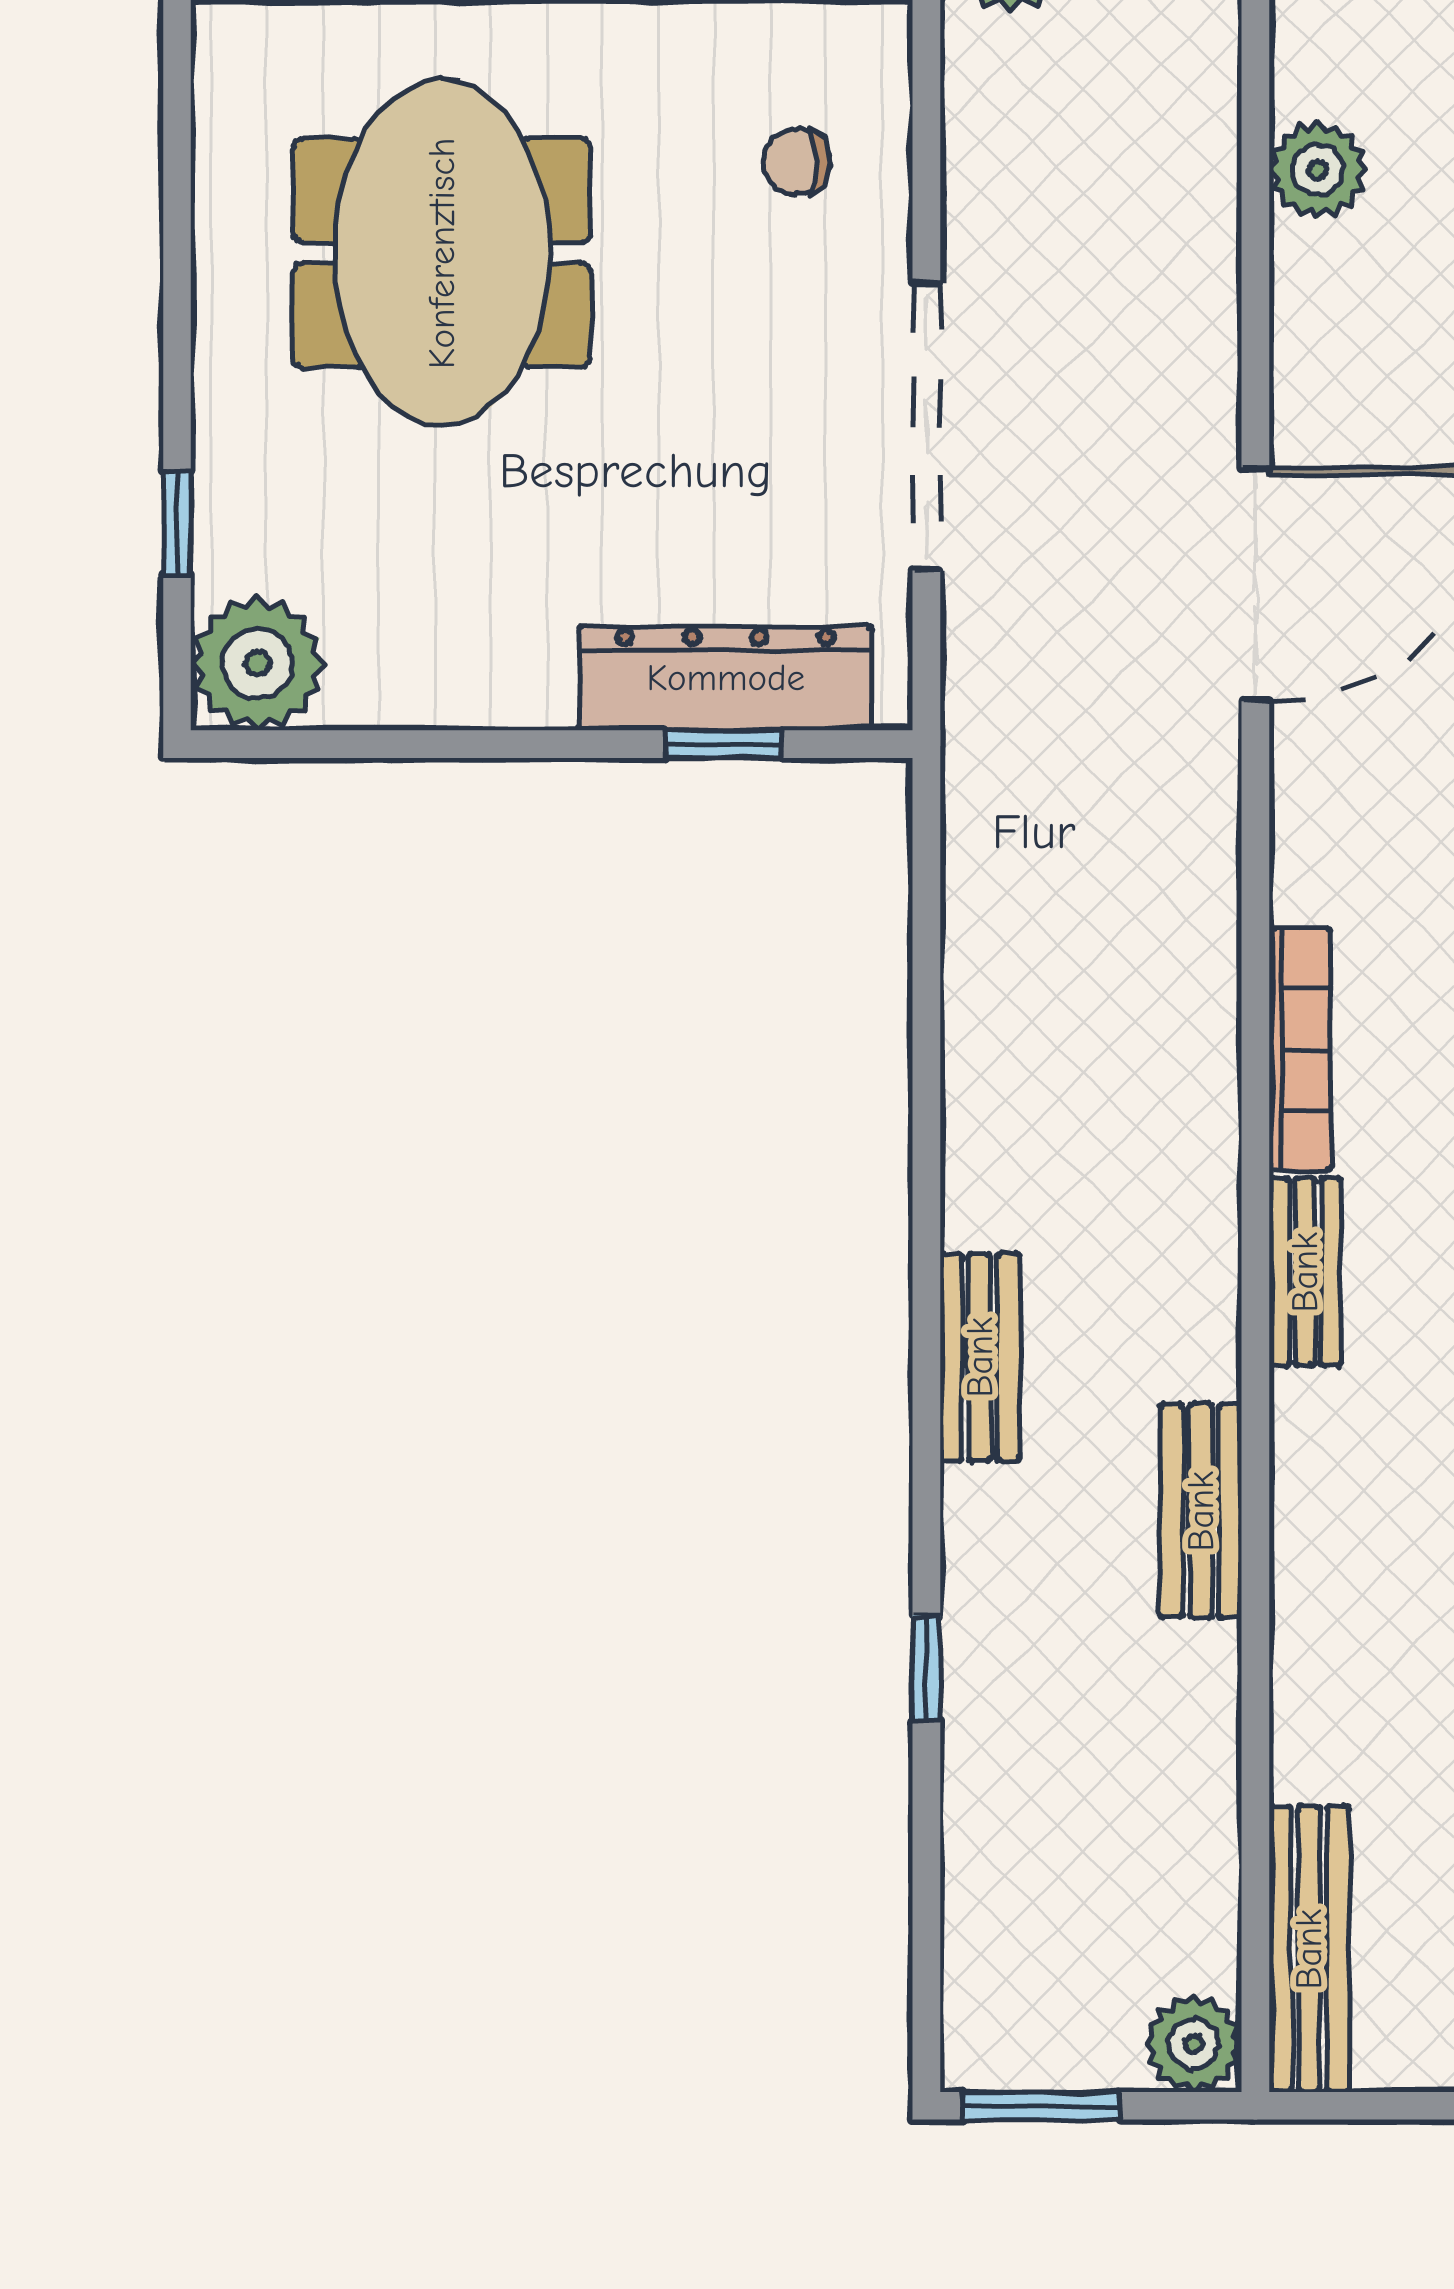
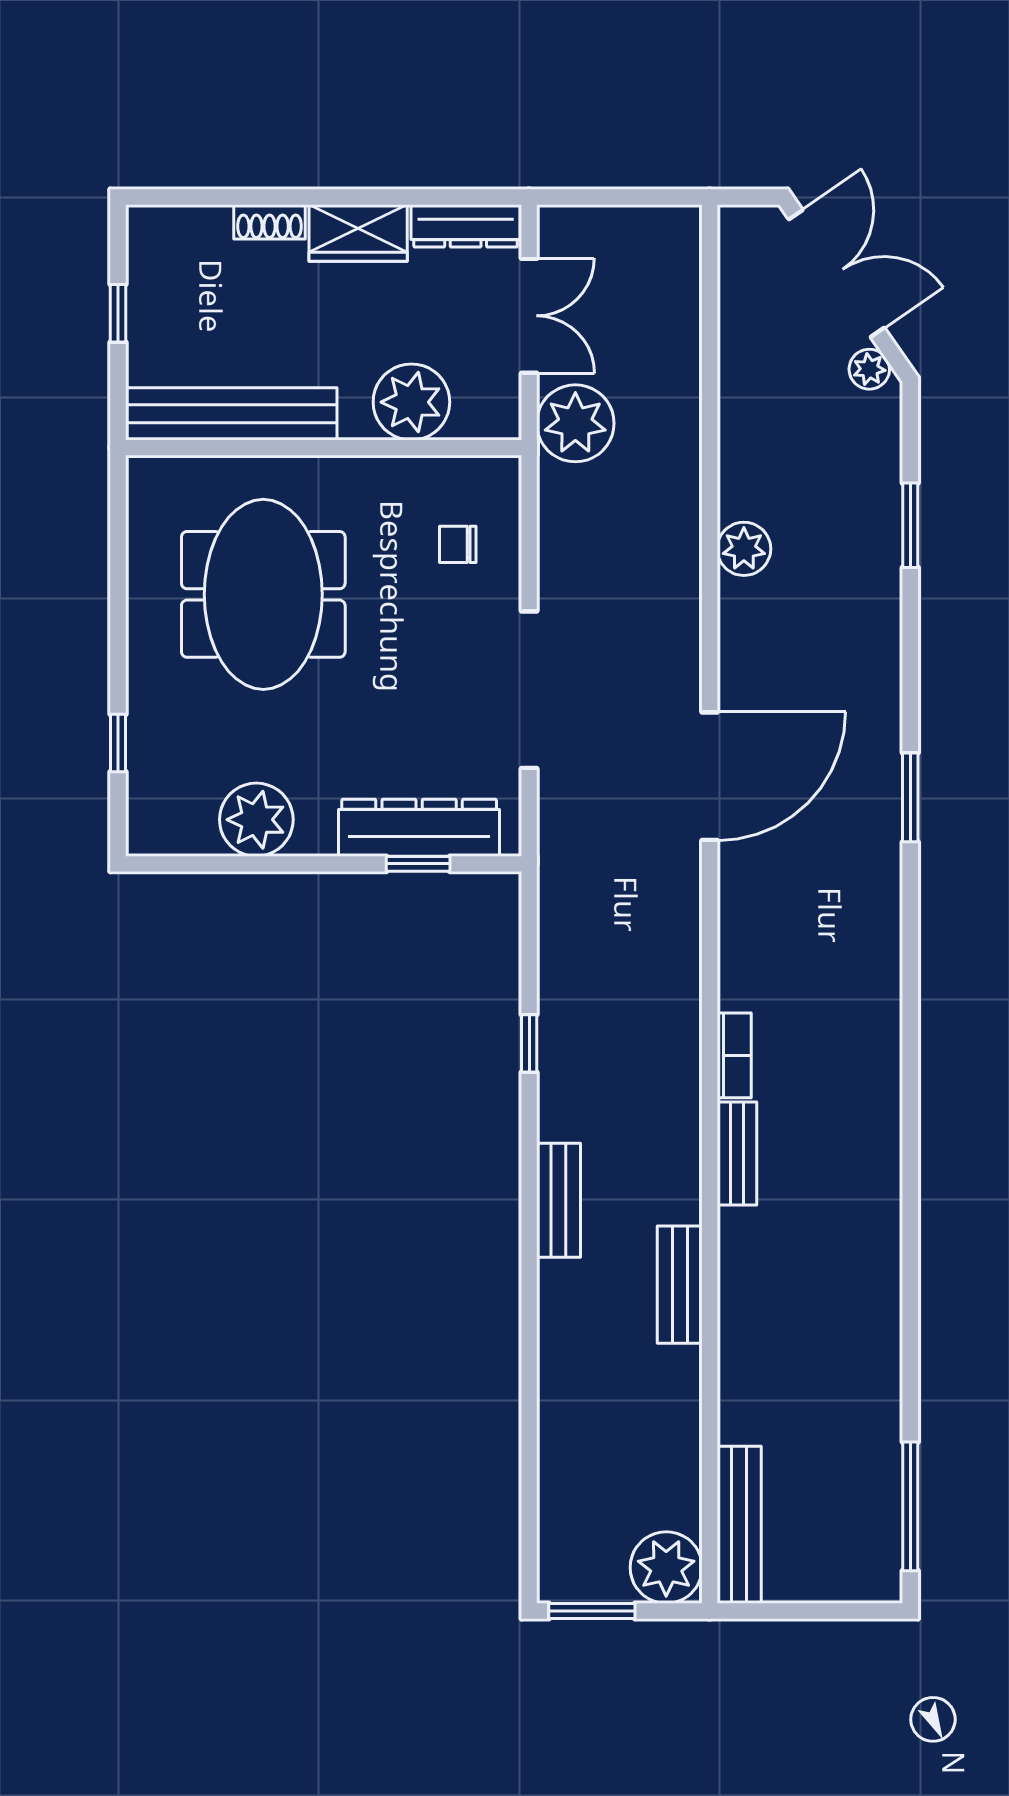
plant: (258, 663) -> (256, 820), moved
bookcase: (1300, 1049) -> (734, 1055), width x0.64
window: (926, 1668) -> (529, 1043), moved
plant: (1194, 2044) -> (666, 1568), width x1.36, depth x1.36

